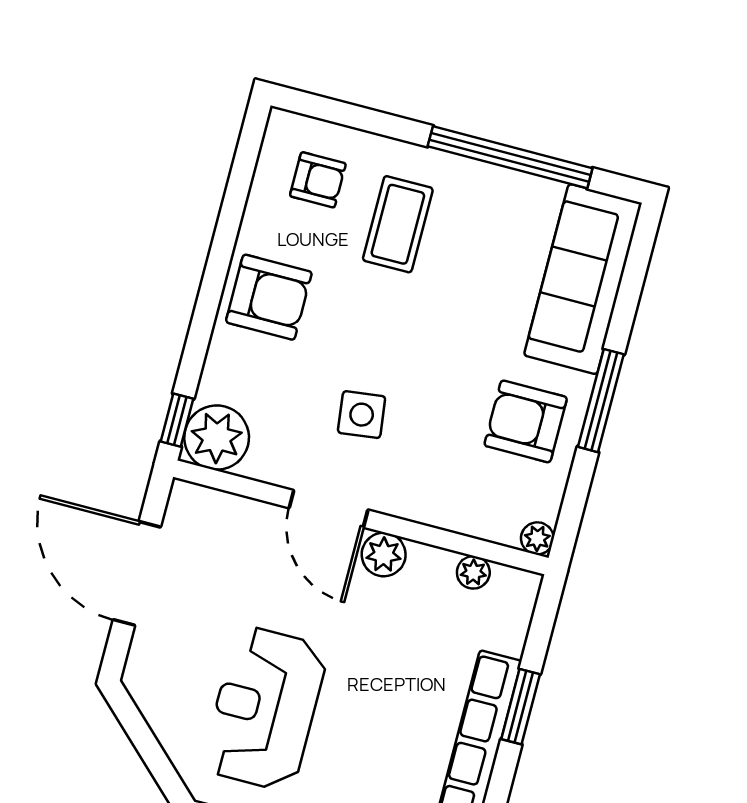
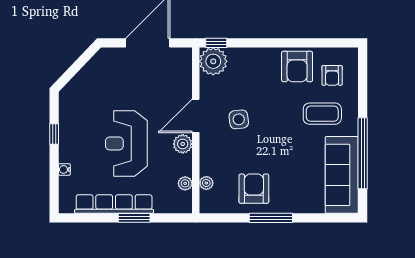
sofa: (583, 279) -> (342, 175), moved, turned -90
armchair: (269, 297) -> (297, 67), moved
plant: (537, 538) -> (206, 183), moved
reception desk: (265, 708) -> (126, 143), moved, turned -90

